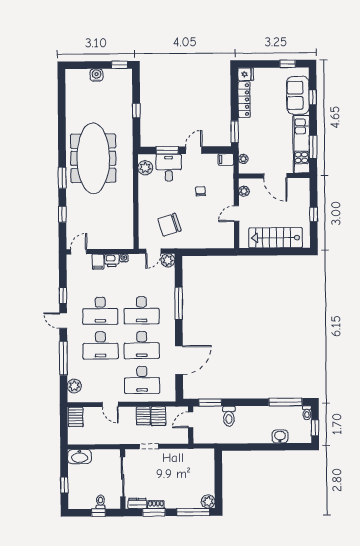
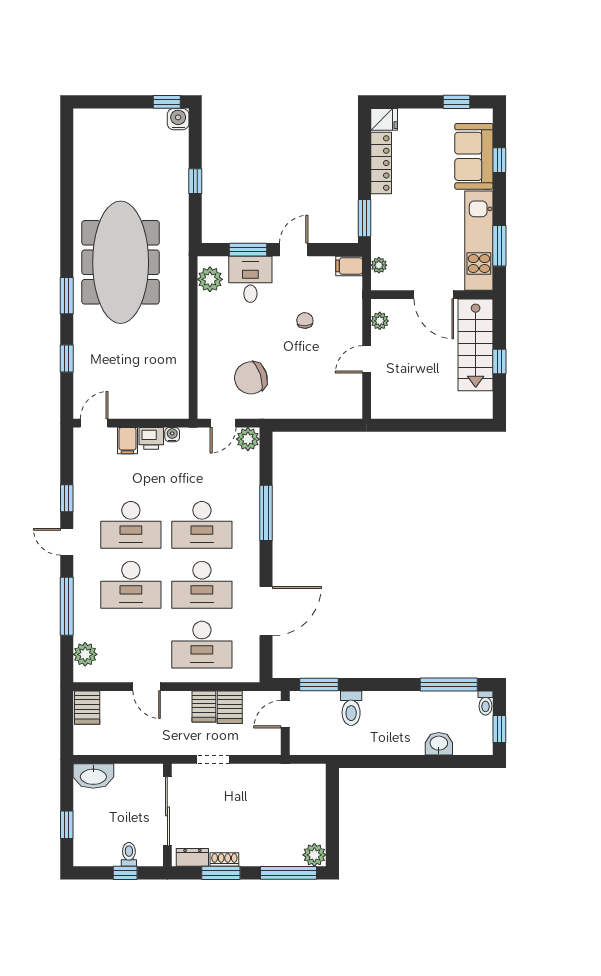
water cooler: (96, 75) -> (178, 119), moved
stairs: (276, 238) -> (476, 345), moved, turned -90

